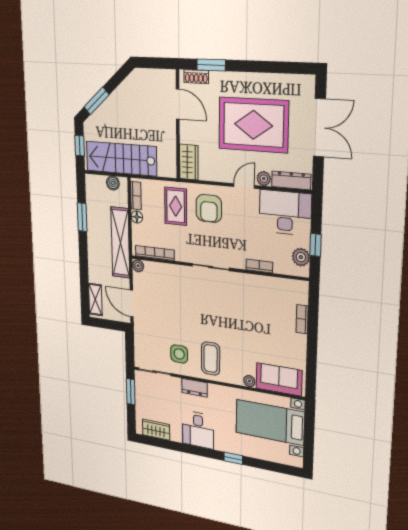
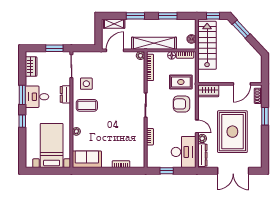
window: (211, 65) -> (265, 116), moved
plant: (301, 257) -> (158, 162), removed
window: (84, 266) -> (135, 16), added
sofa: (279, 379) -> (87, 159), moved, turned -90
window: (195, 450) -> (22, 95), added

